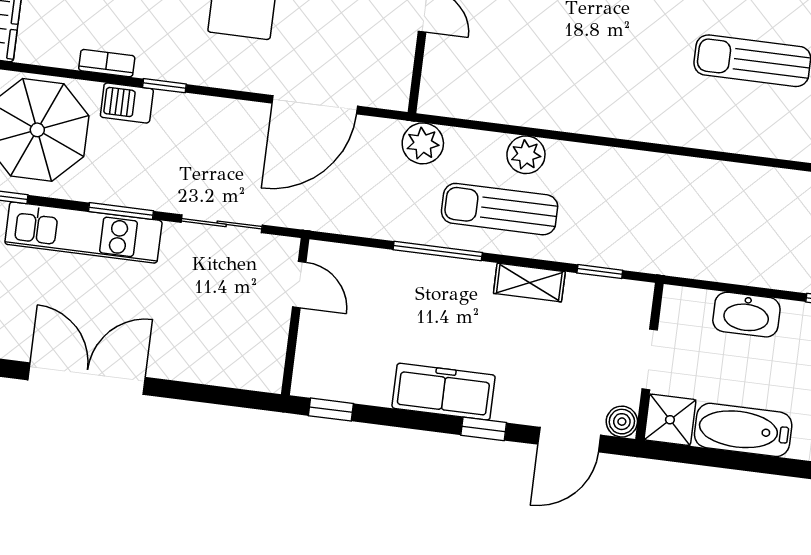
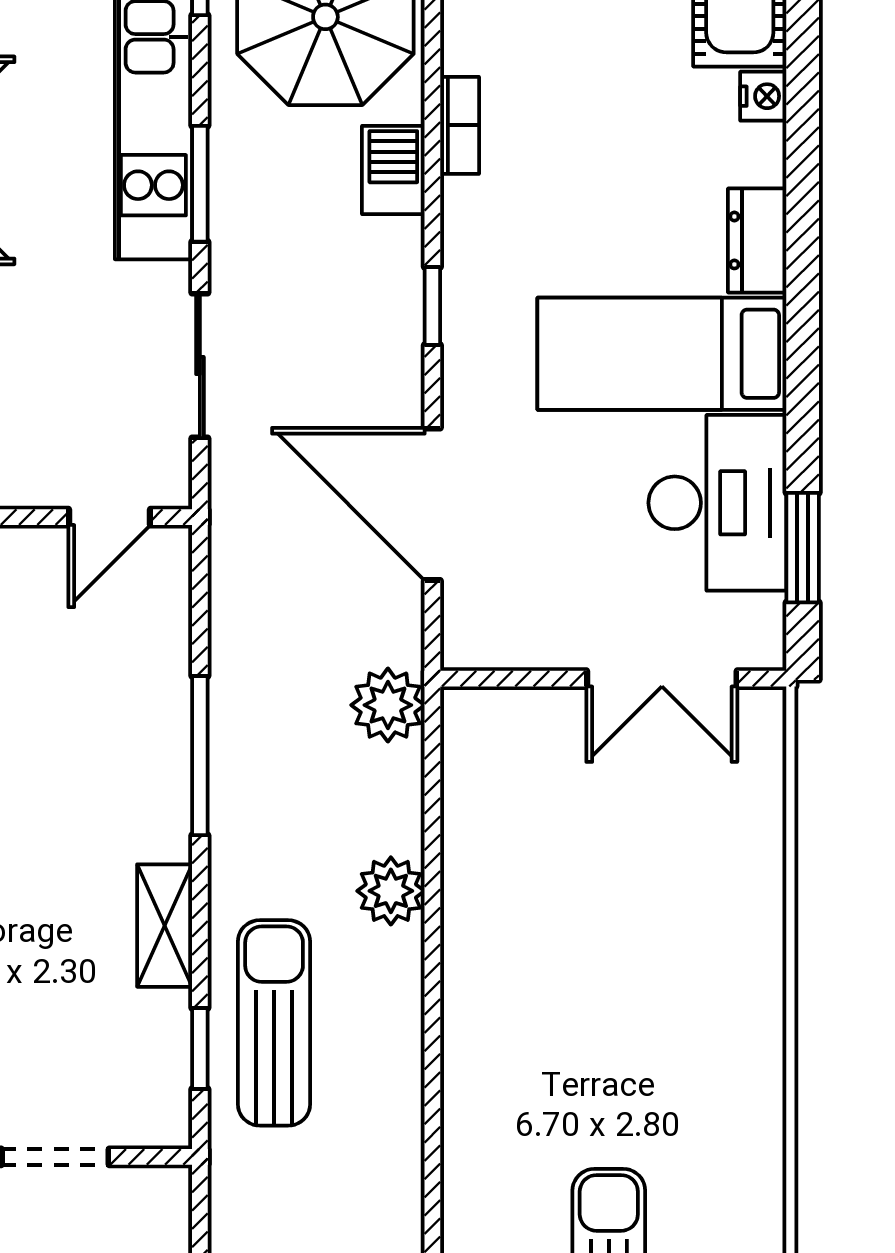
window: (164, 86) -> (432, 306), moved
sun lounger: (500, 209) -> (274, 1023), moved

